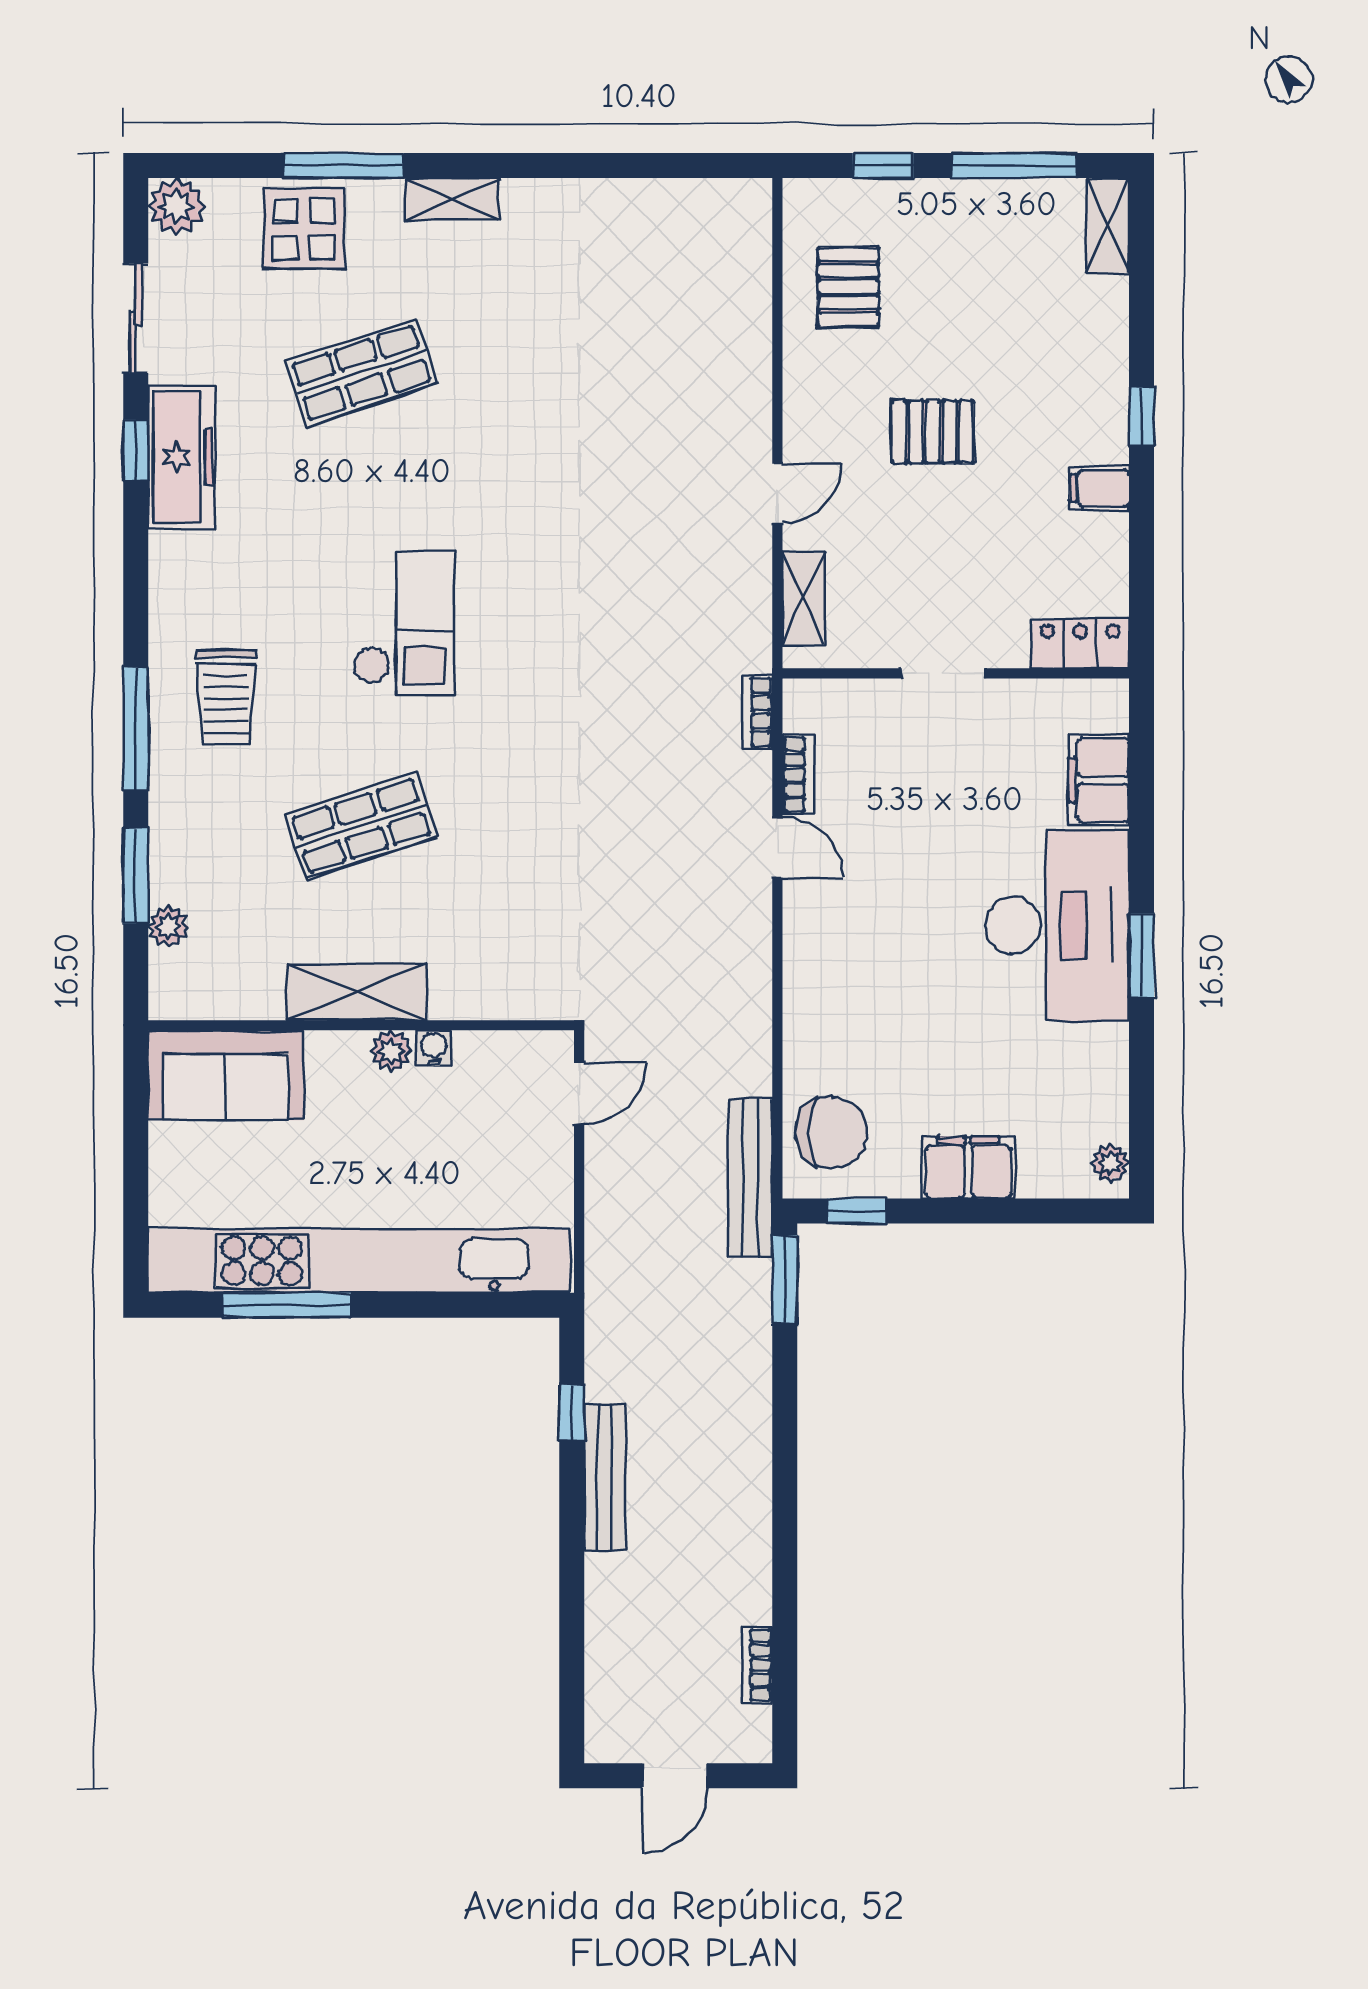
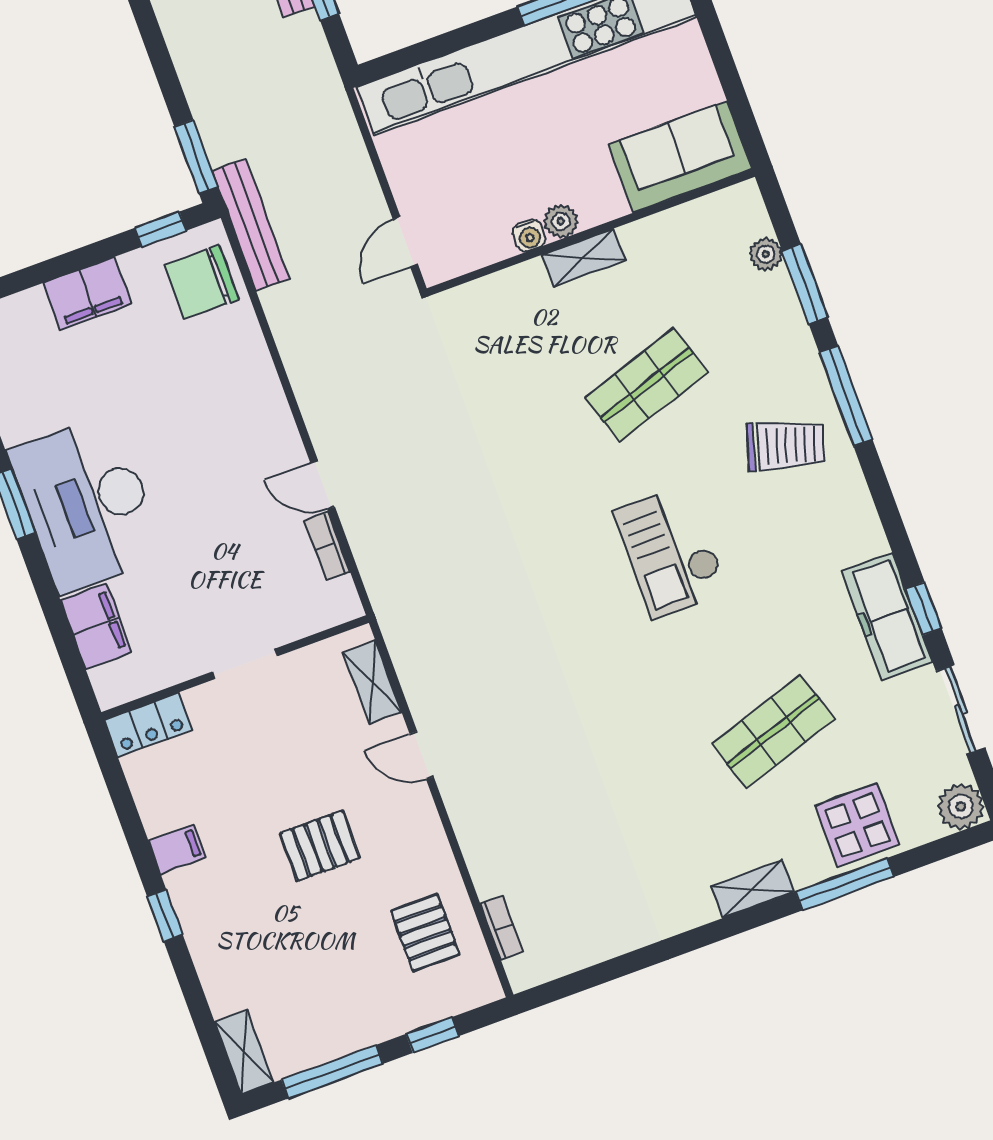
door: (777, 493) -> (422, 755), hinge flipped
trolley: (226, 697) -> (786, 445), turned 107
bookcase: (758, 712) -> (502, 928), moved
shelving: (357, 992) -> (584, 258), width x0.67, depth x0.75

